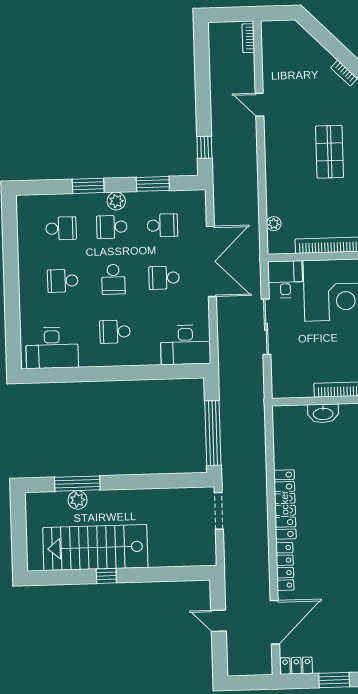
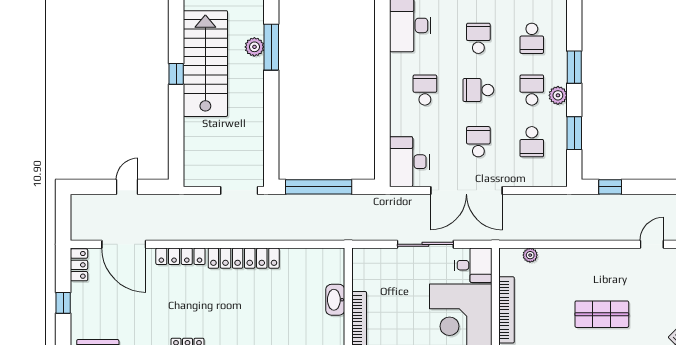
double door: (211, 261) -> (466, 190), moved
window: (334, 680) -> (63, 303), width x0.67

